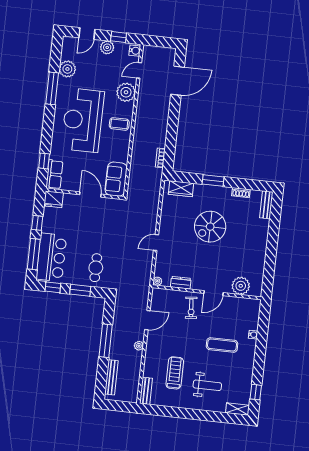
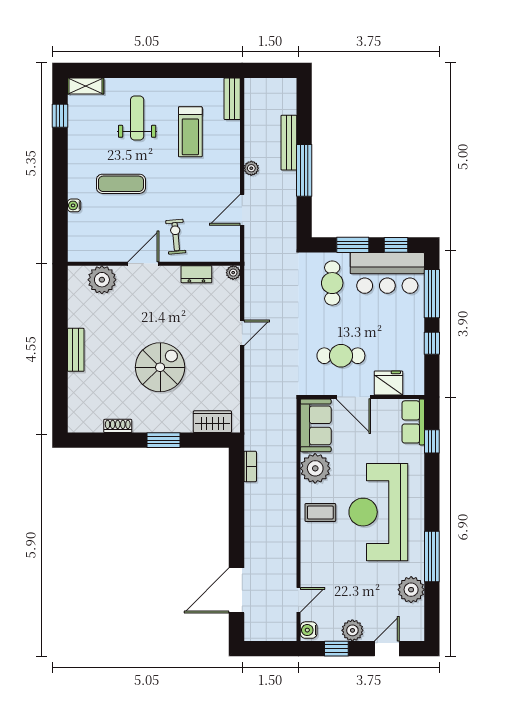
plant: (126, 92) -> (315, 468), moved
reception desk: (83, 120) -> (378, 512), turned 180
fridge: (54, 199) -> (388, 383), moved
bench: (266, 205) -> (76, 350), moved
cafe table: (95, 221) -> (341, 356), added
bar counter: (51, 257) -> (387, 273), moved, turned -90
bench: (111, 377) -> (289, 143), moved
weight bench: (207, 385) -> (137, 118), turned 90

